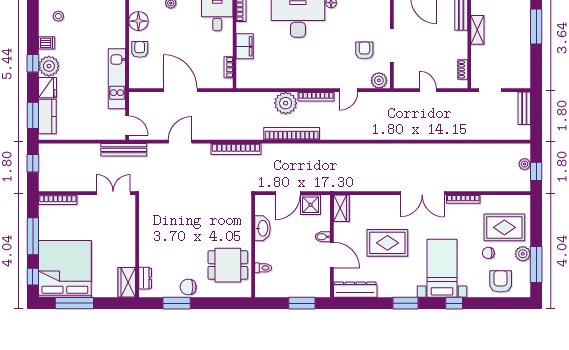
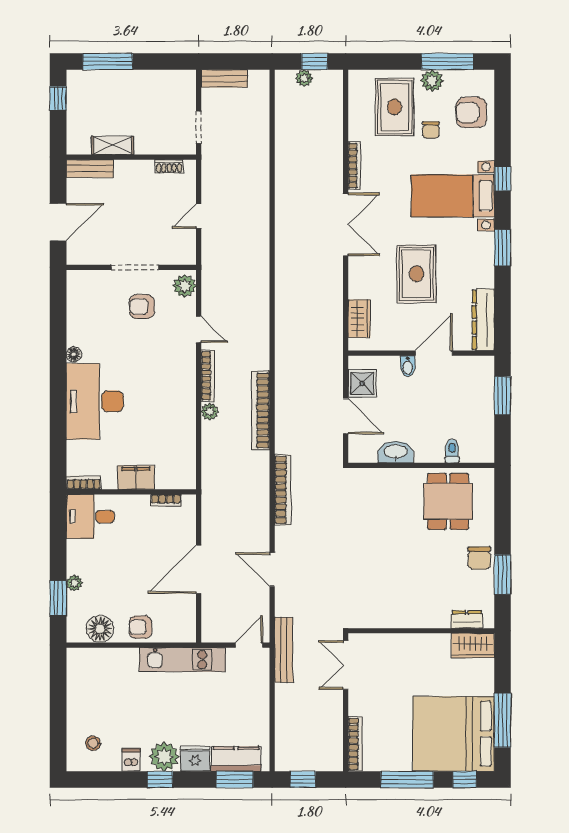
plant: (286, 103) -> (210, 412), width x0.53, depth x0.53
wardrobe: (341, 208) -> (359, 319), moved, turned 90

